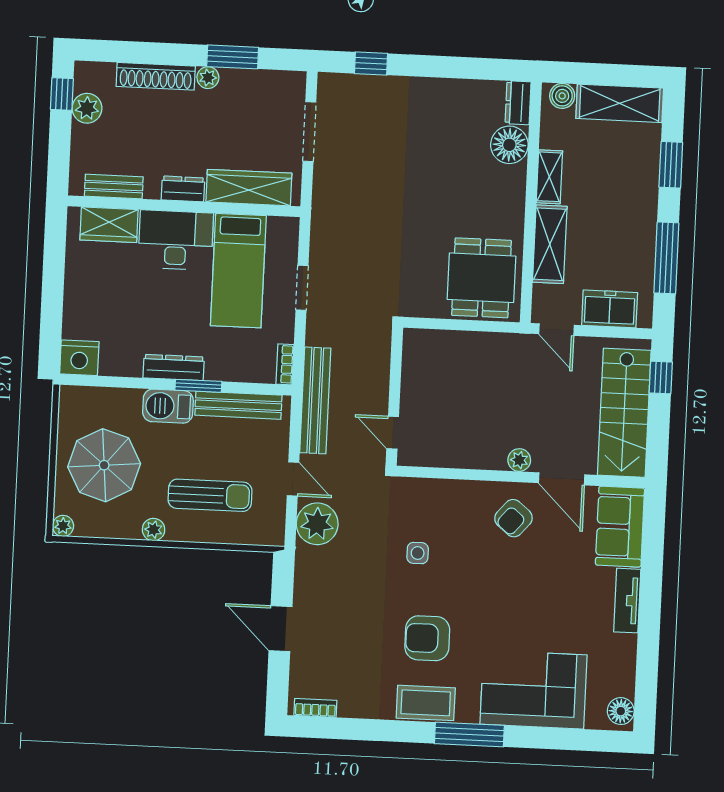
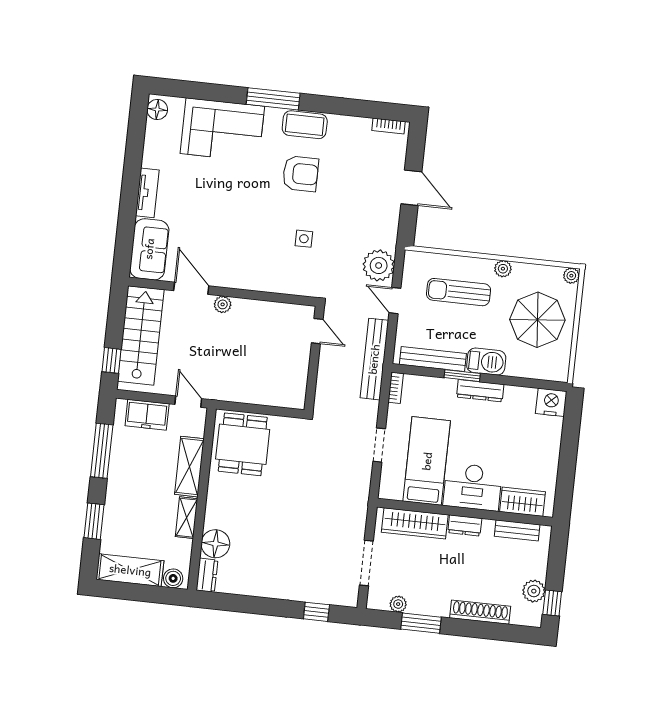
plant: (208, 78) -> (398, 604), moved
armchair: (513, 518) -> (230, 261), removed

